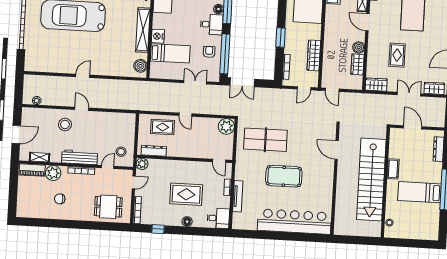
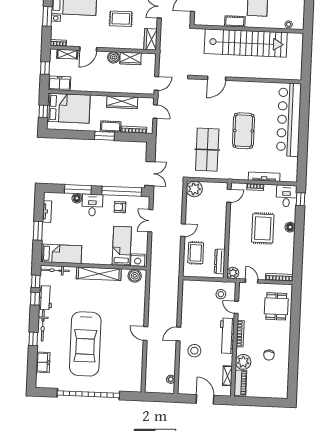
nightstand: (158, 36) -> (138, 260), moved
cot: (290, 44) -> (111, 127), added
window: (158, 229) -> (300, 199), moved

